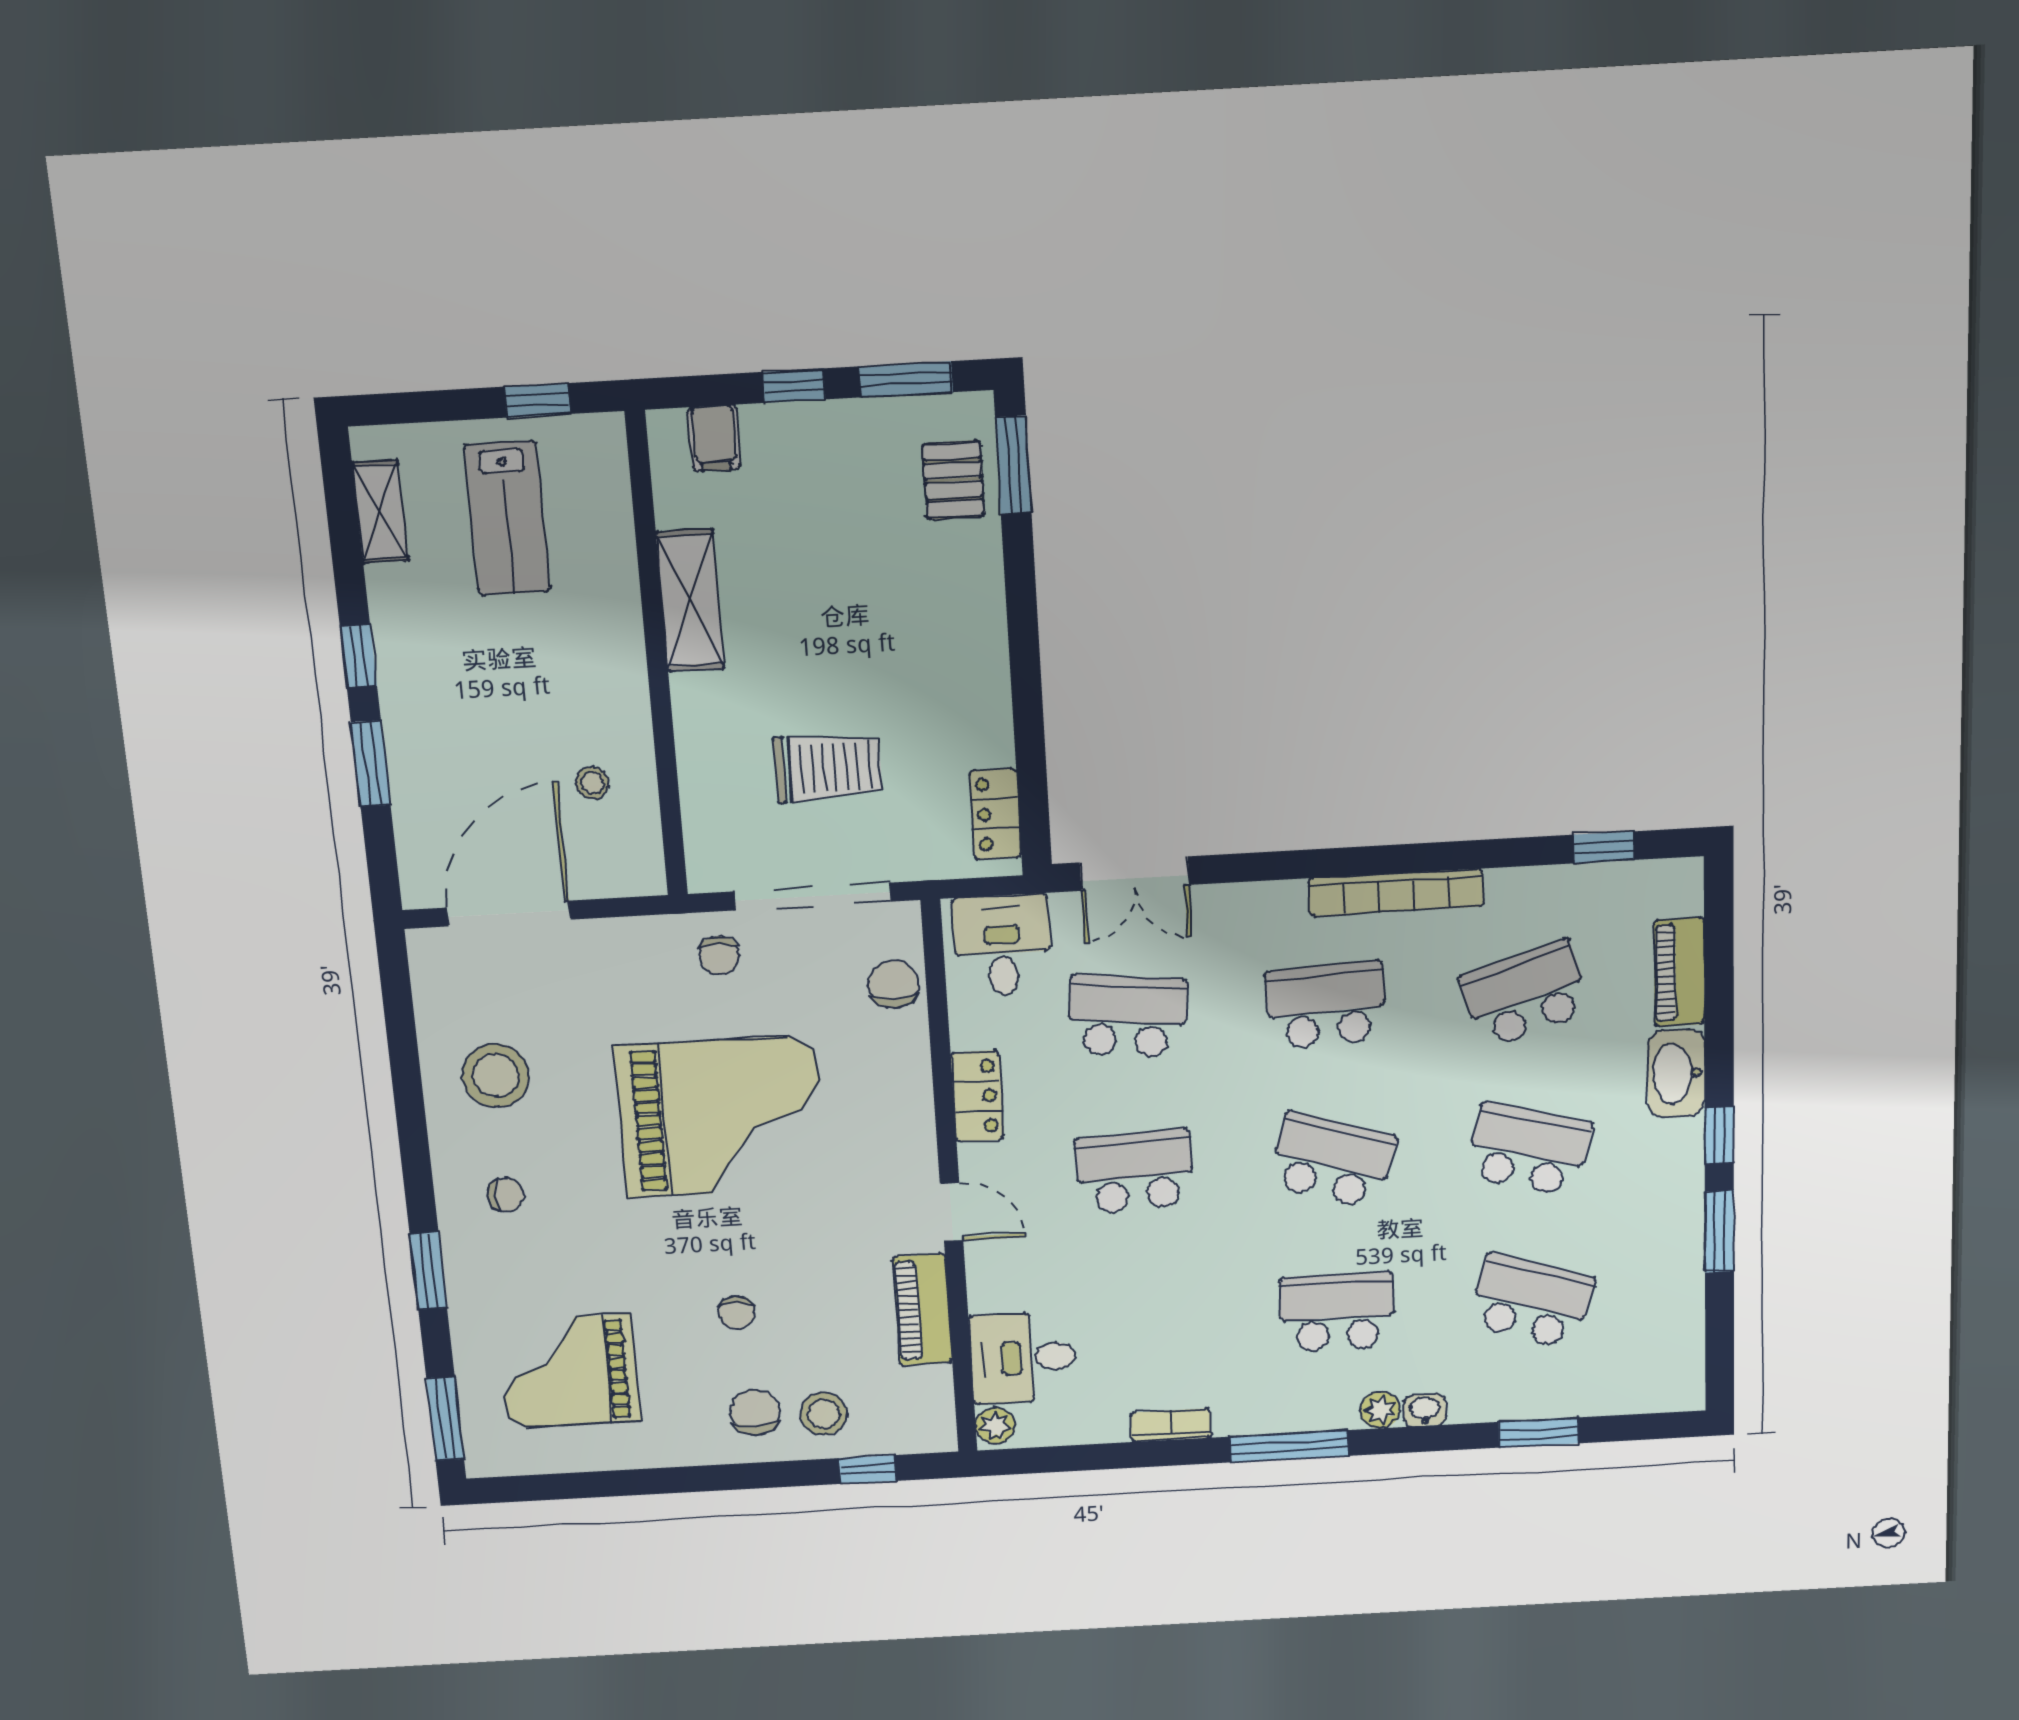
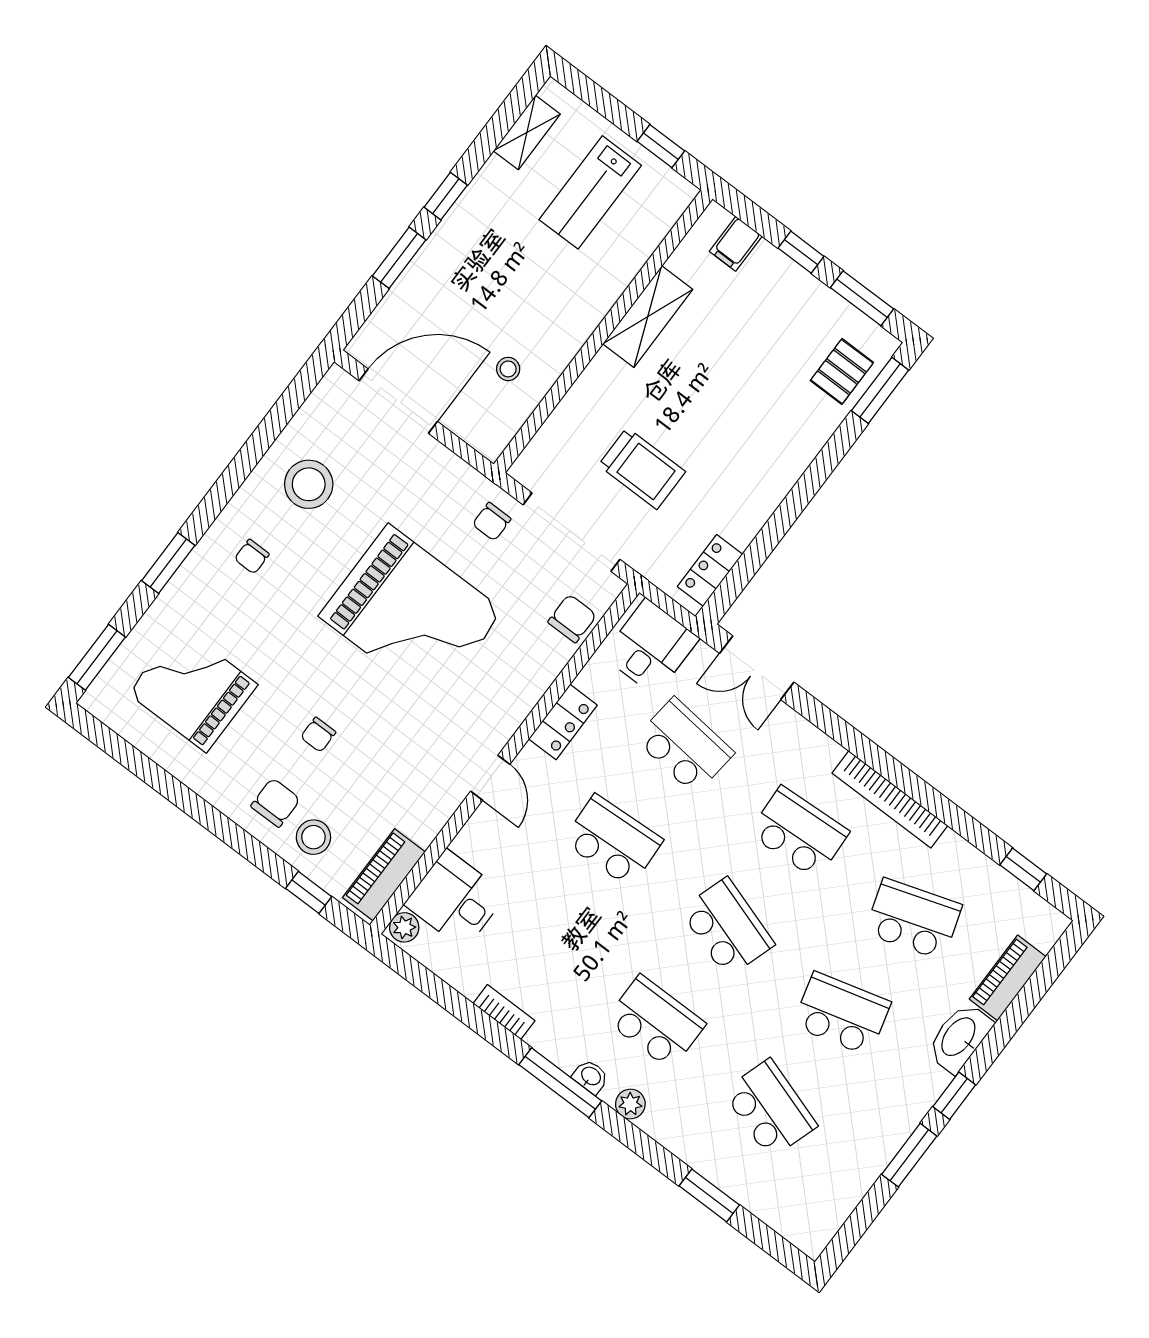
school desk: (1528, 1150) -> (842, 1014), turned -30
chair: (506, 1195) -> (252, 557), turned 90
piano: (922, 1310) -> (384, 875), moved
washbasin: (1425, 1410) -> (591, 1077), moved

